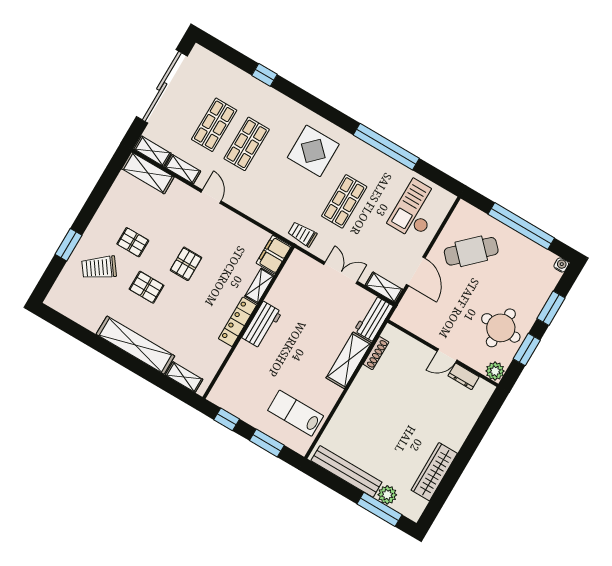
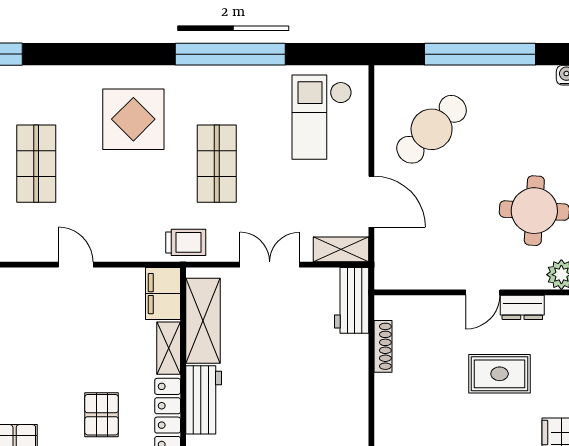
door: (211, 197) -> (76, 265), moved
trolley: (302, 234) -> (186, 242), turned 180
pallet: (186, 264) -> (102, 415), moved
shelving: (349, 360) -> (203, 321), moved
rug: (430, 405) -> (500, 374), added

